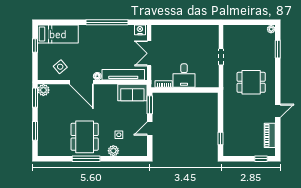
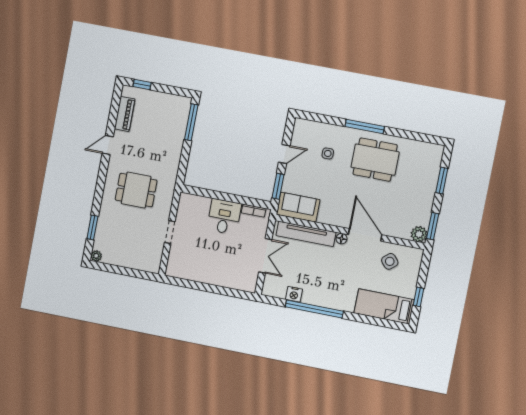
nightstand: (140, 30) -> (294, 294), moved
dining table: (85, 137) -> (375, 160), turned 90
window: (221, 138) -> (191, 122), width x2.17
plant: (113, 151) -> (340, 133), removed
window: (86, 159) -> (365, 126), moved

